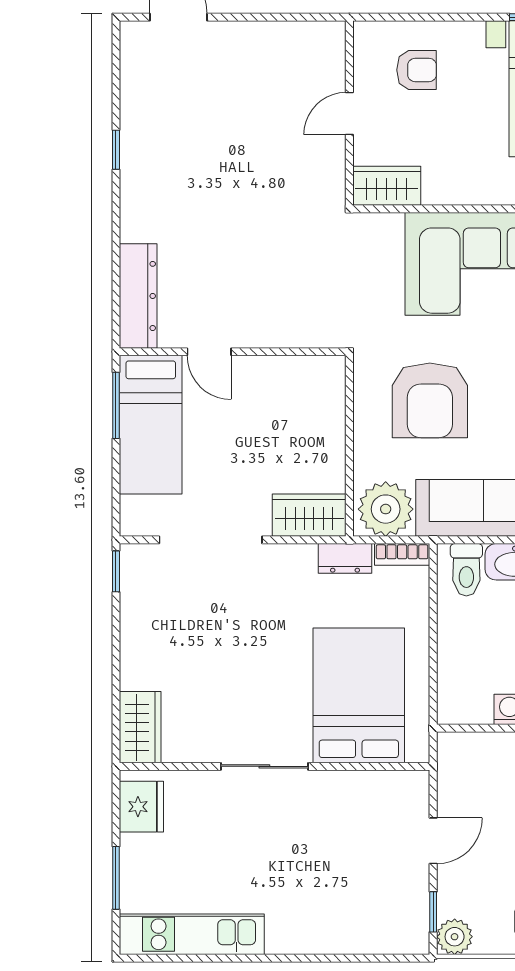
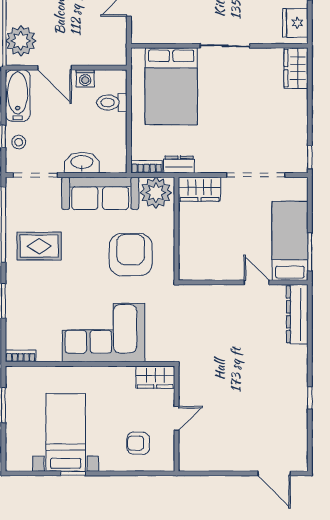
toilet: (466, 570) -> (112, 103), moved, turned -90

